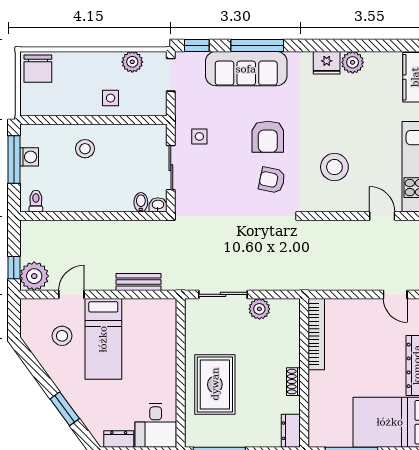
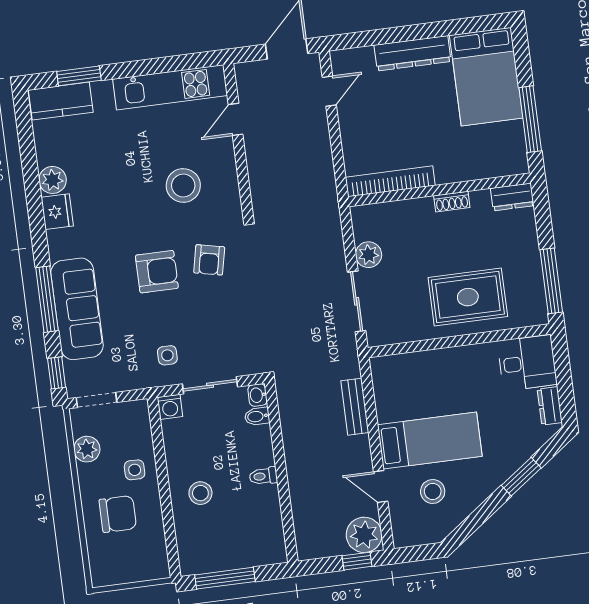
chair: (38, 69) -> (118, 514), moved
washing machine: (29, 157) -> (170, 407), moved, turned 180
toilet: (36, 201) -> (263, 476), moved

